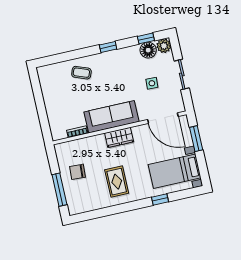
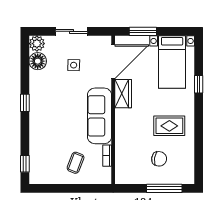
window: (146, 38) -> (25, 164), moved
coffee table: (81, 73) -> (76, 163), moved
wardrobe: (119, 137) -> (123, 94), moved
chair: (78, 172) -> (159, 159), moved, turned -85

